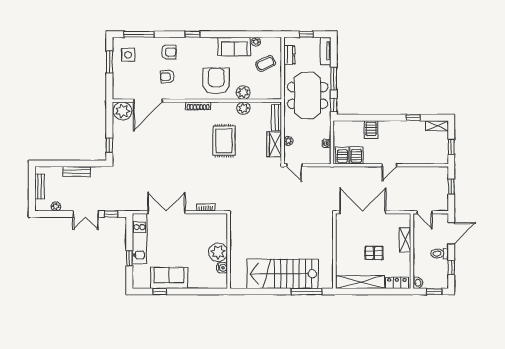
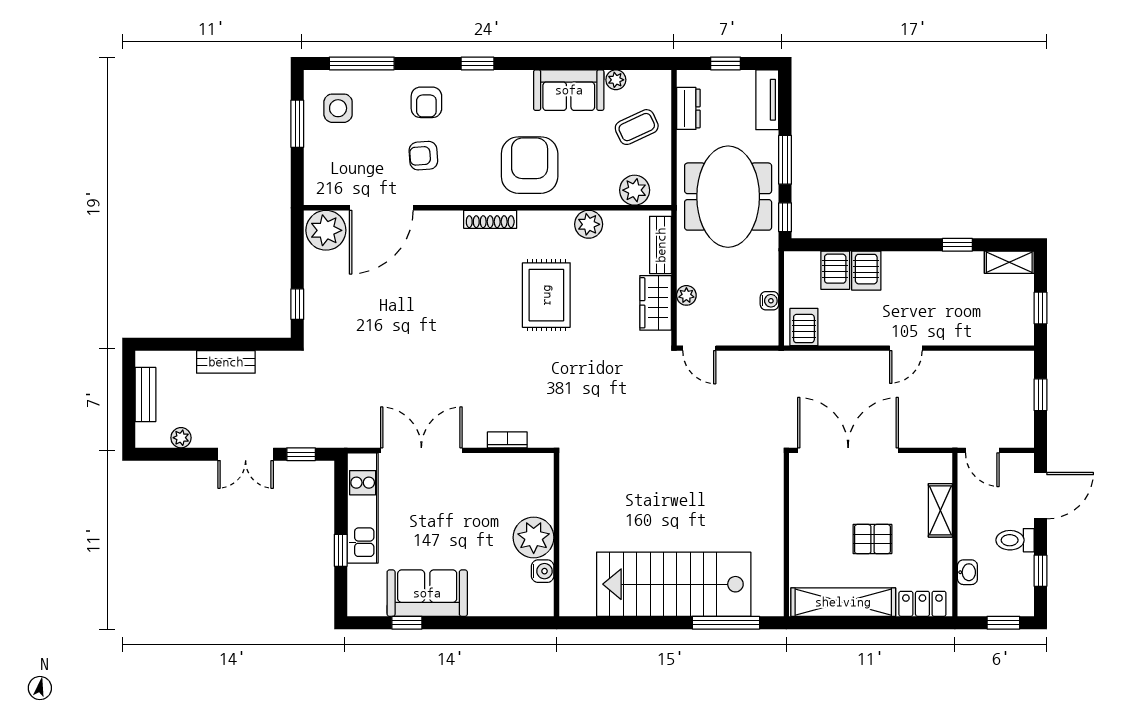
armchair: (169, 52) -> (426, 102), turned 90
plant: (243, 93) -> (635, 190), moved
server rack: (356, 155) -> (835, 270), moved, turned 180
washbasin: (418, 283) -> (967, 572), moved

